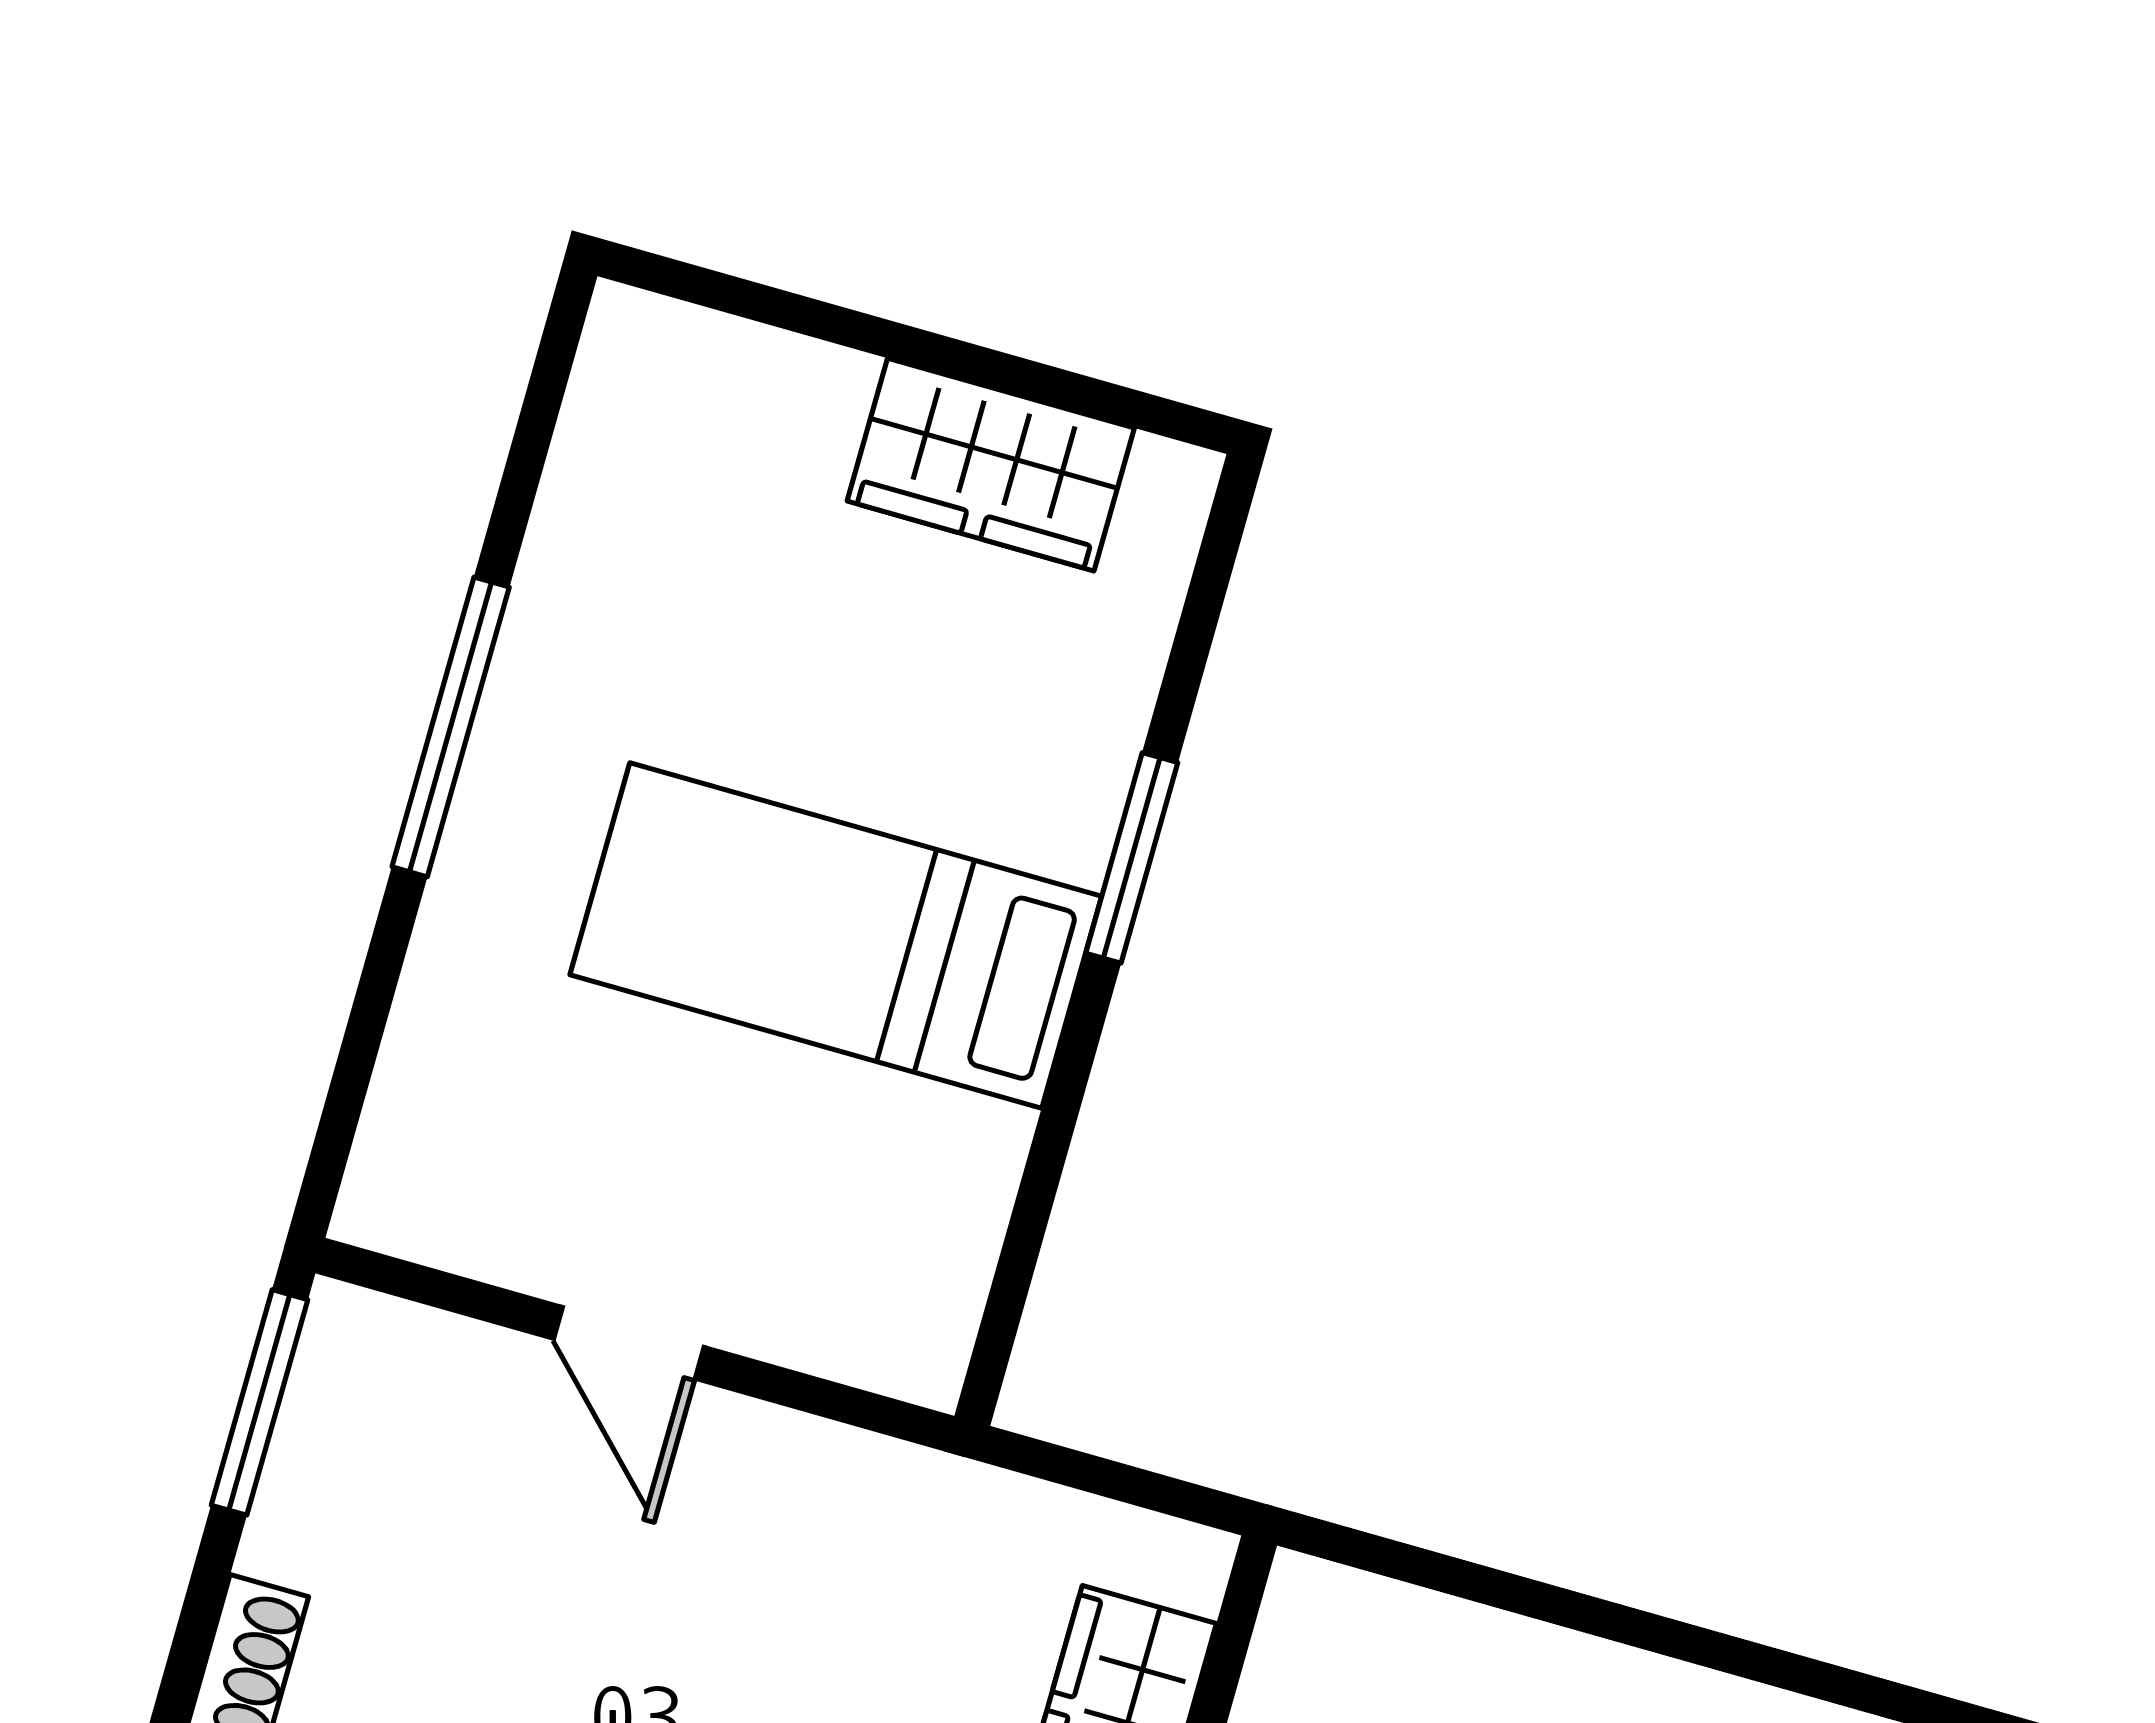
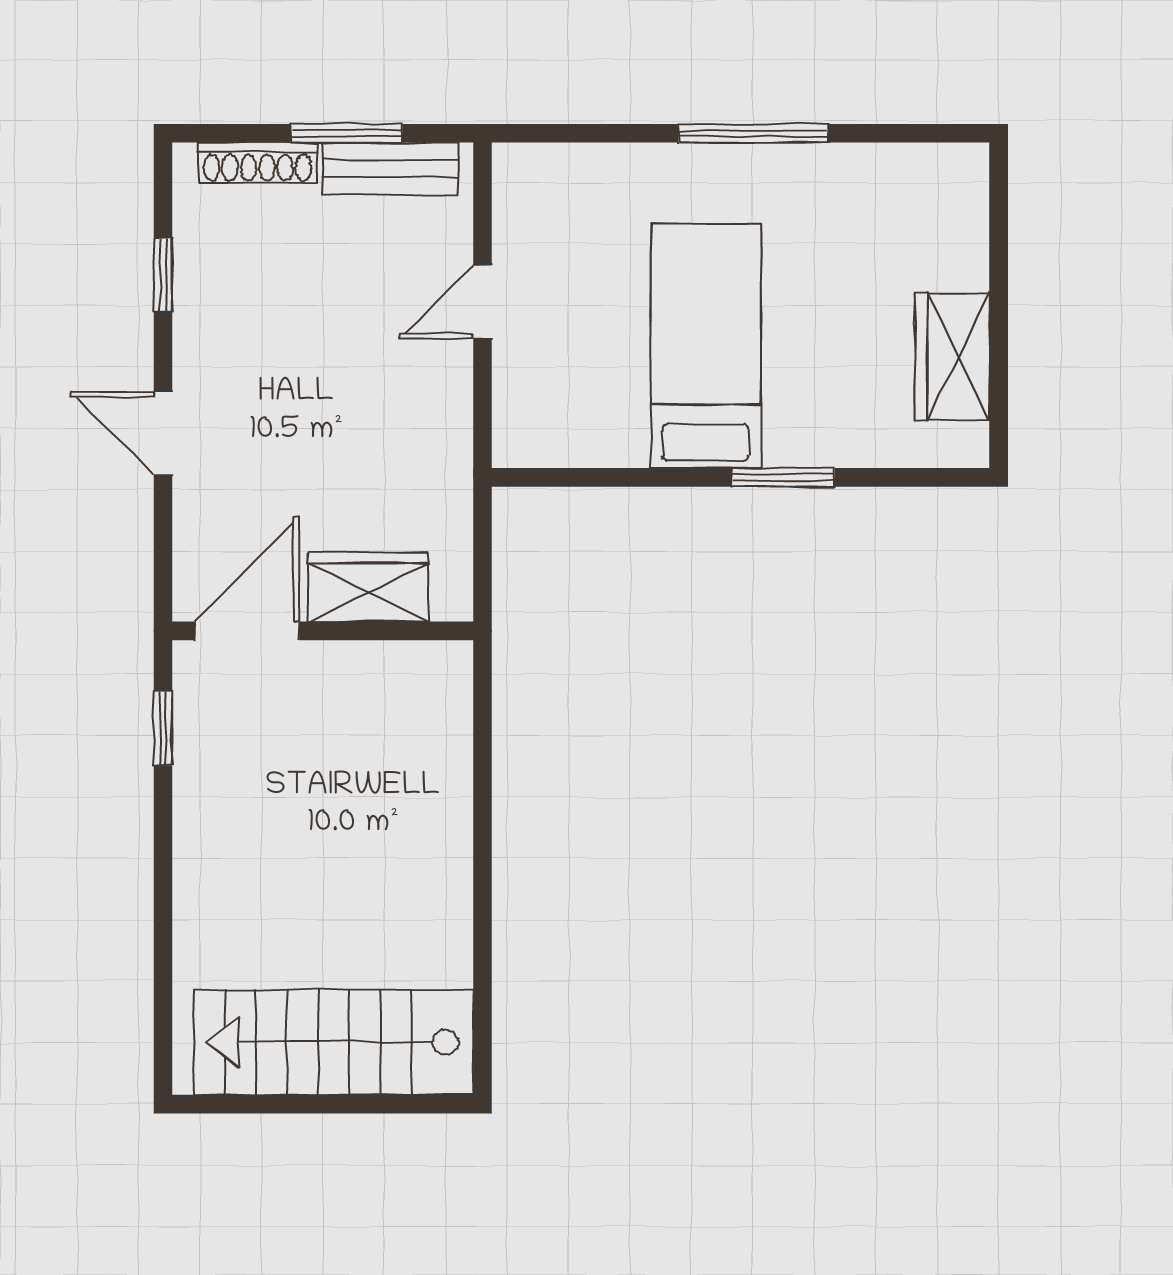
window: (259, 1402) -> (347, 133), moved
bench: (320, 1448) -> (390, 168), added

